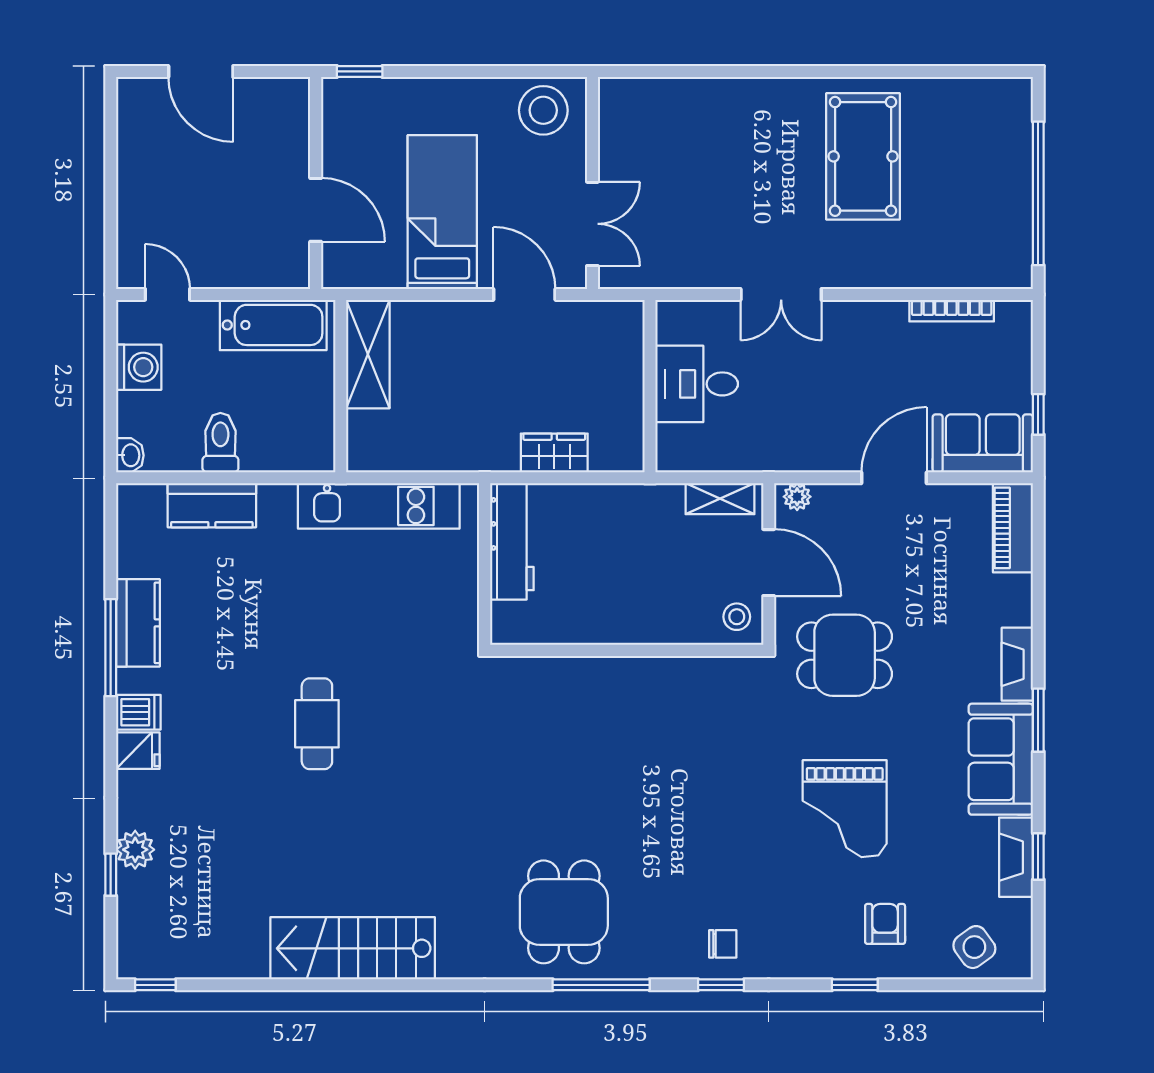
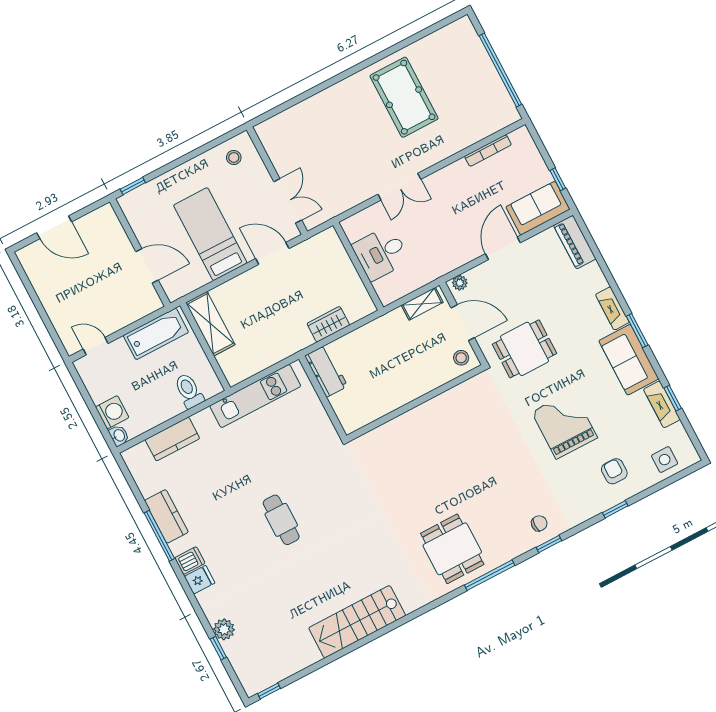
stool: (543, 110) -> (234, 157), width x0.53, depth x0.53
washing machine: (139, 367) -> (112, 412), moved
toilet: (220, 443) -> (189, 391), moved
workbench: (512, 541) -> (326, 371), width x0.73
grand piano: (845, 809) -> (564, 425), turned 180
side table: (974, 947) -> (665, 460), turned 36

